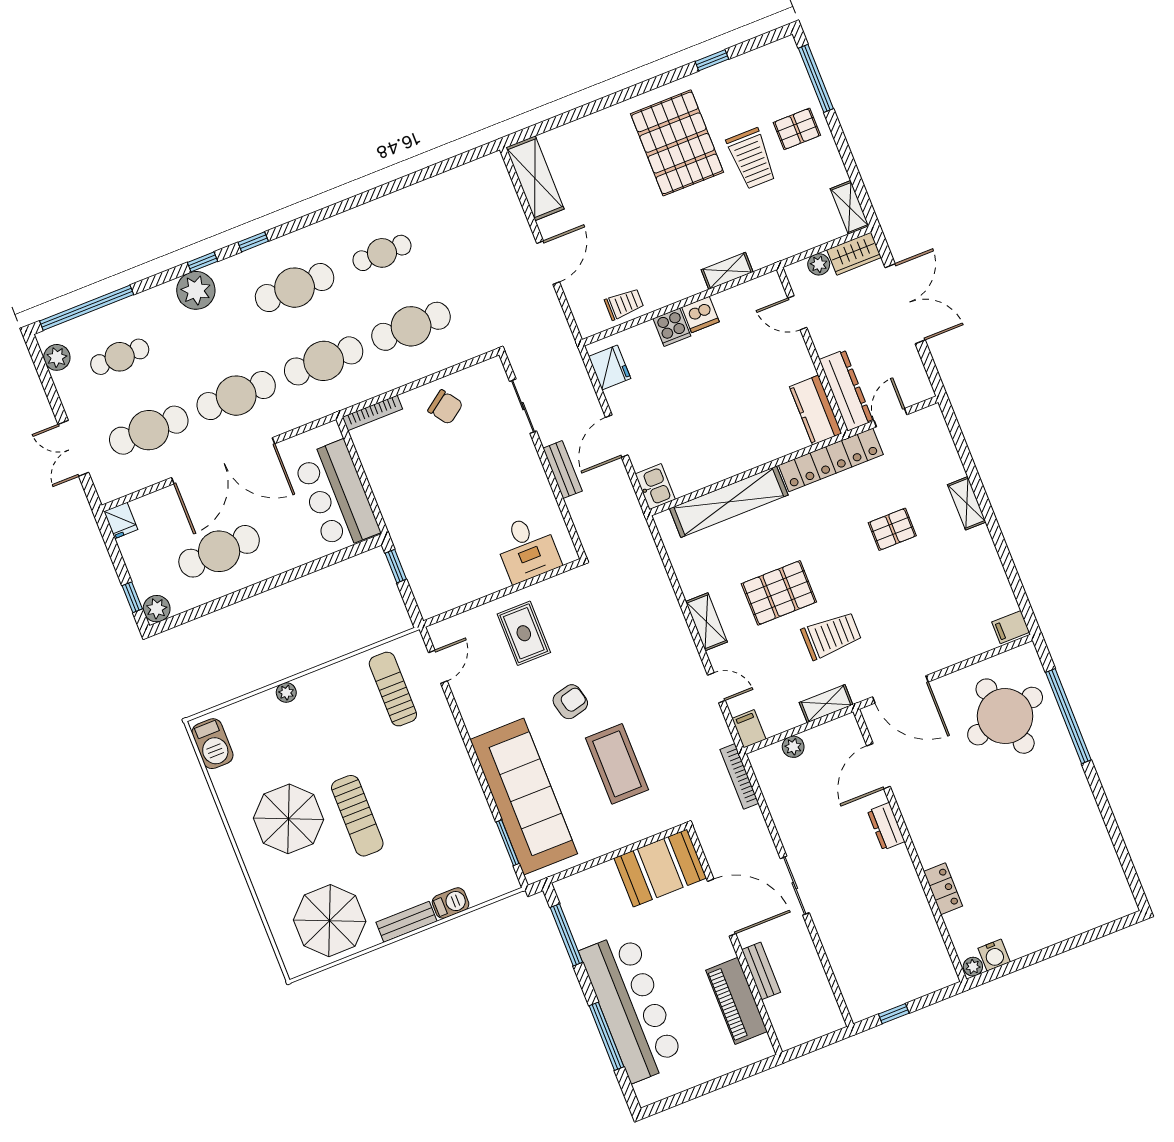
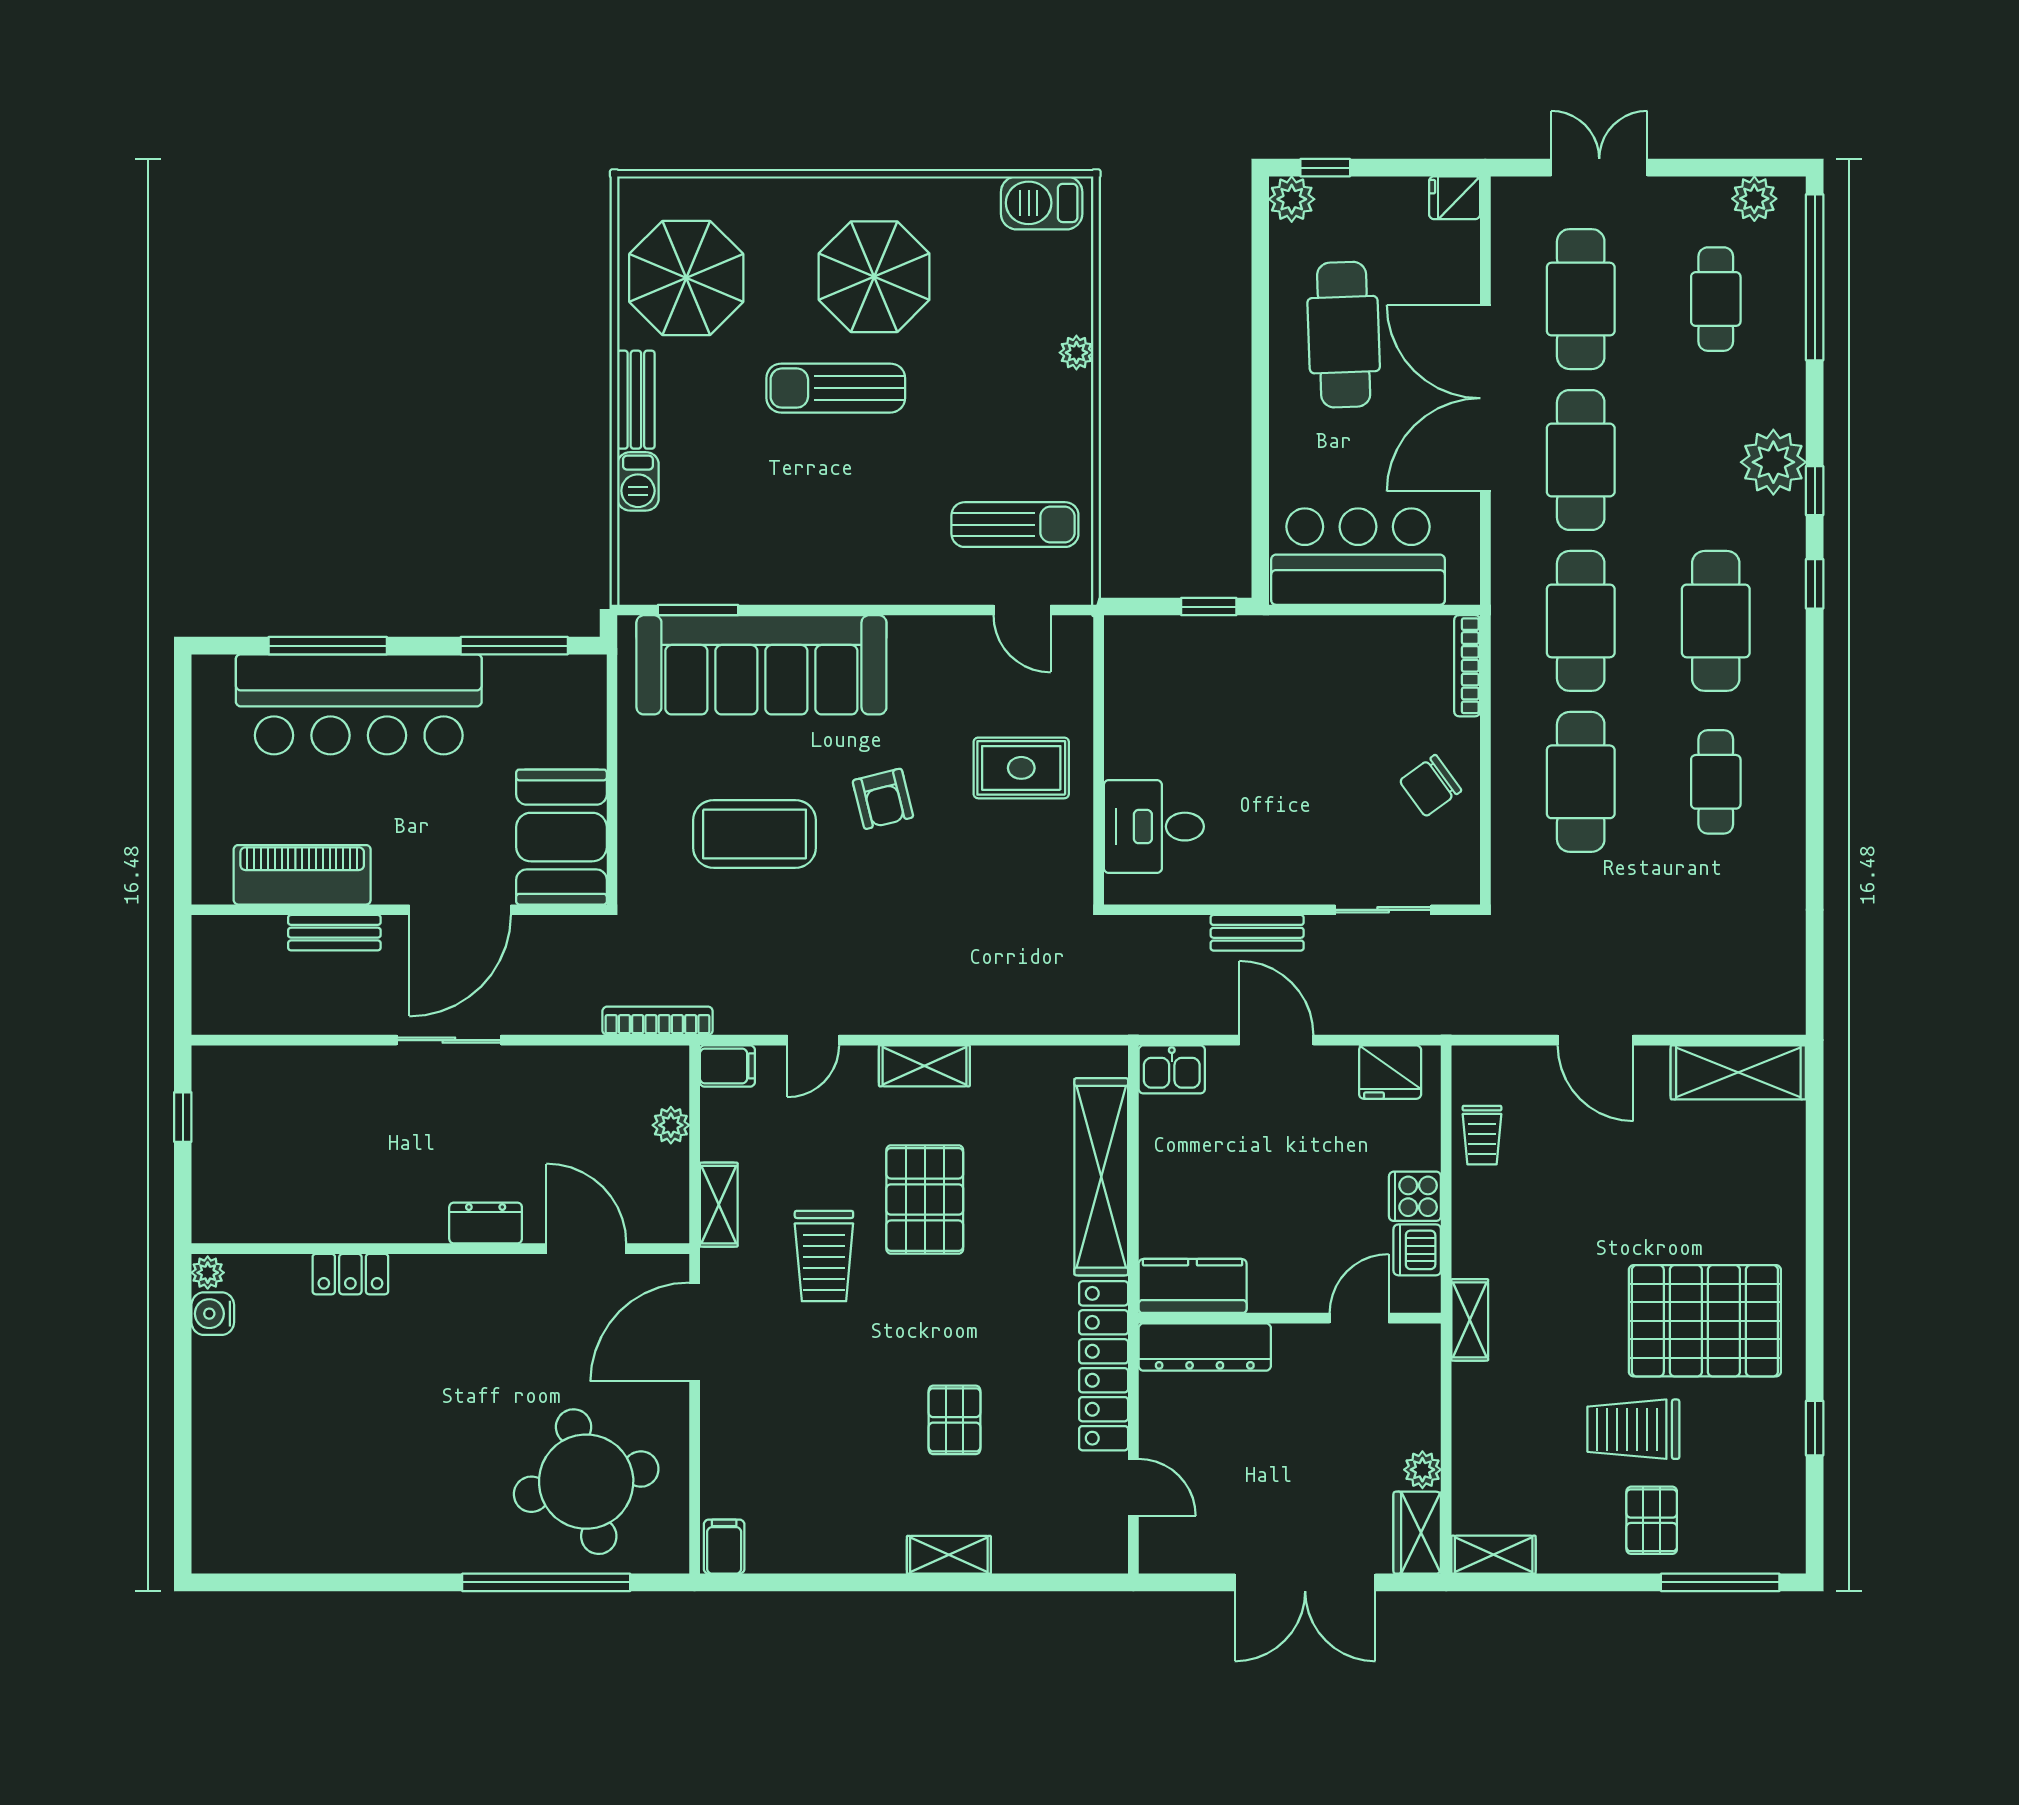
door: (797, 313) -> (1359, 1318), moved
wall: (812, 350) -> (1290, 1318), moved
dresser: (846, 390) -> (1205, 1347), moved
kitchen counter: (816, 410) -> (1193, 1286), moved

